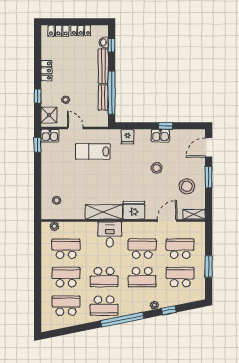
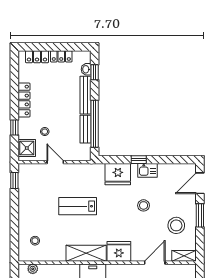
locker: (46, 71) -> (24, 100), width x1.53
window: (165, 126) -> (139, 160), moved
kitchen sink: (50, 136) -> (28, 170), removed
fridge: (128, 137) -> (118, 174), width x1.88, depth x1.34
lab bench: (93, 151) -> (78, 206), moved

